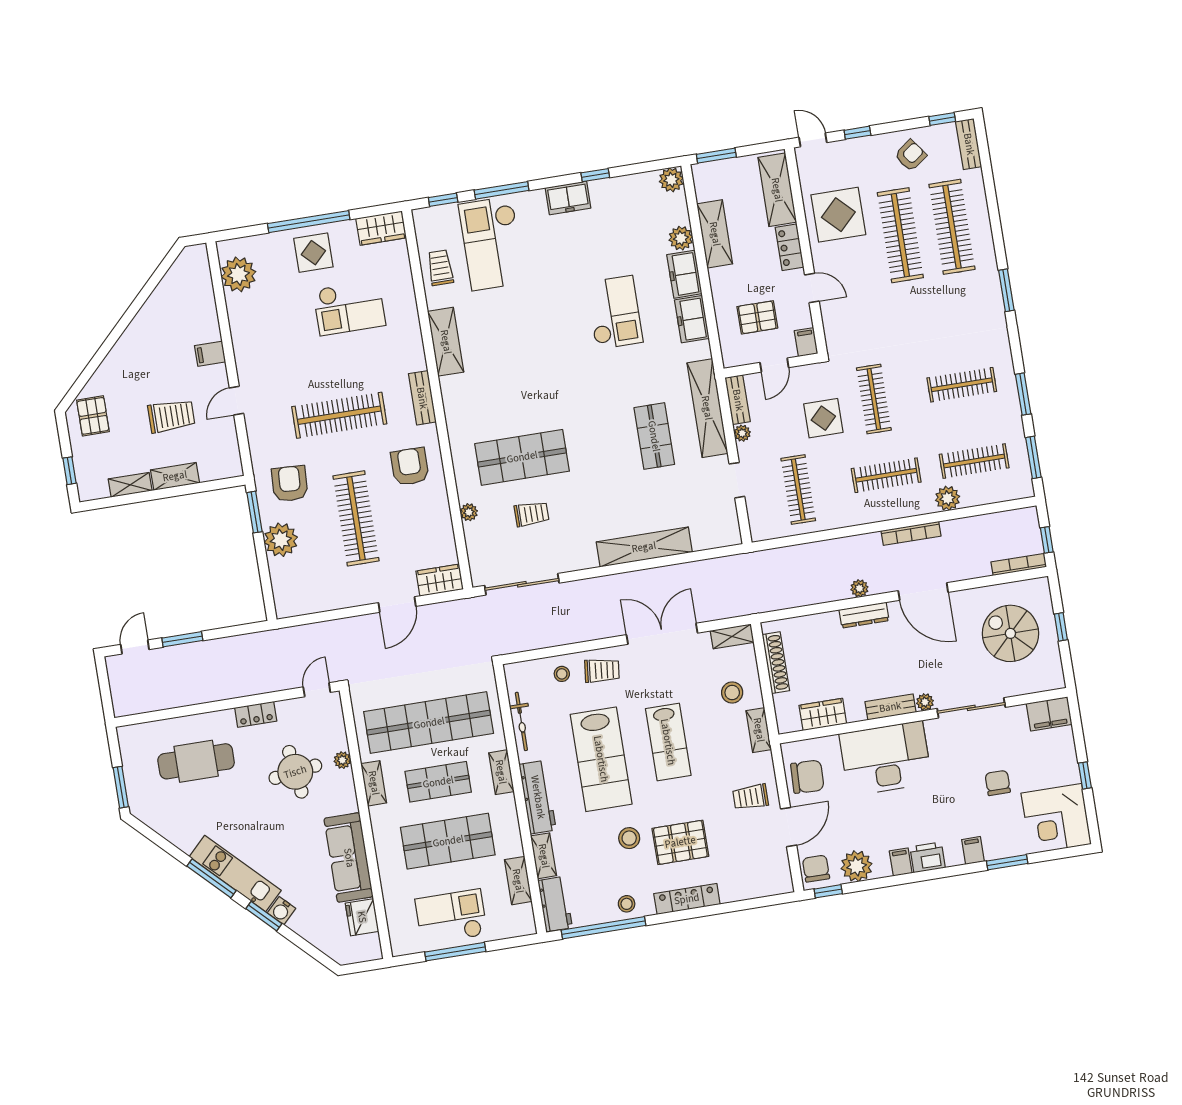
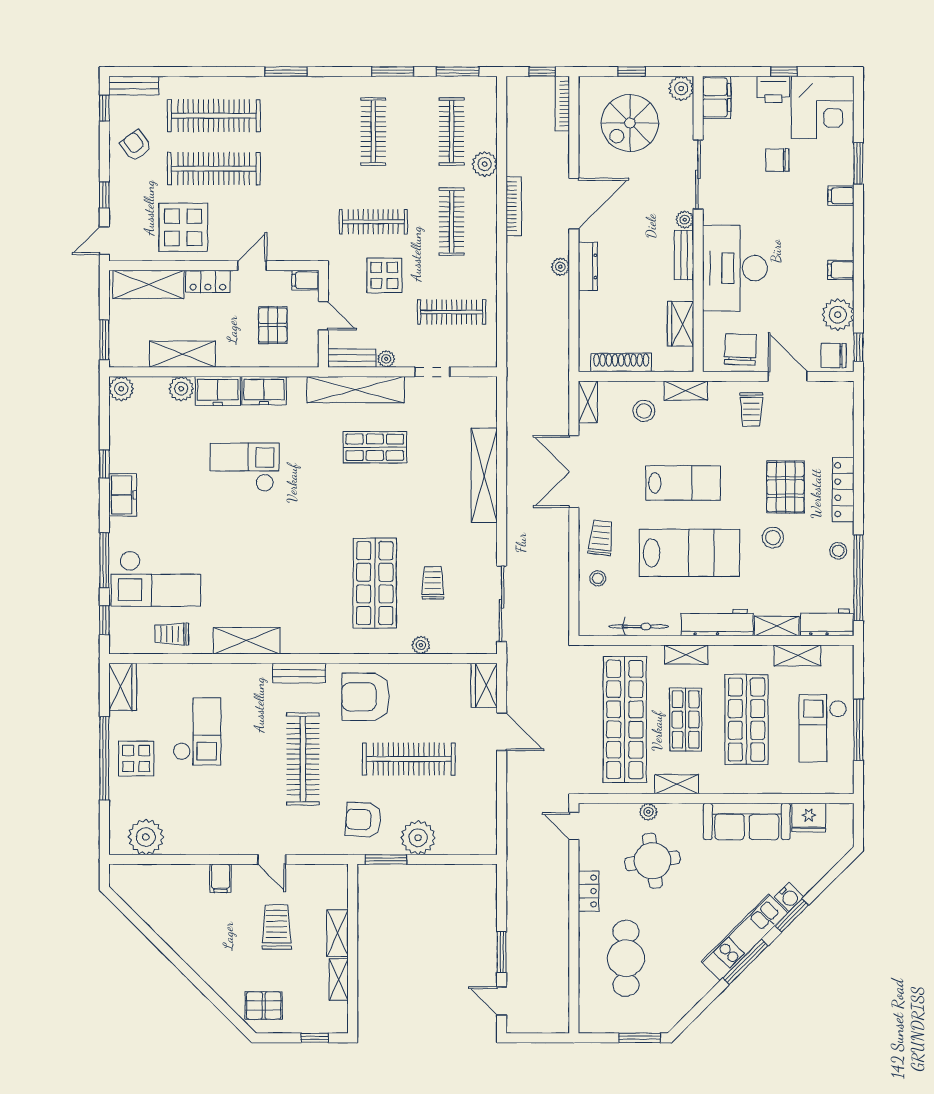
armchair: (410, 467) -> (366, 697), width x1.36, depth x1.36
plant: (1052, 678) -> (681, 88), added
printer: (928, 857) -> (773, 89), moved, turned -90

